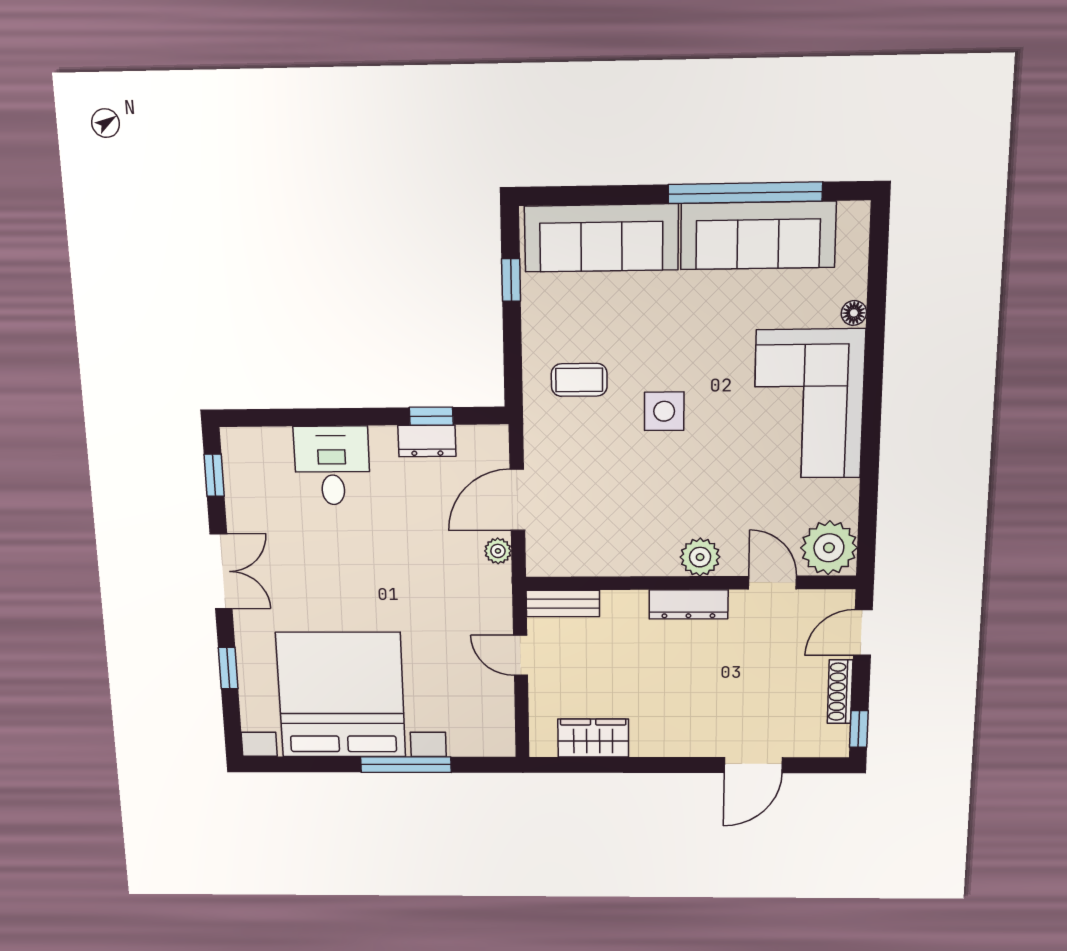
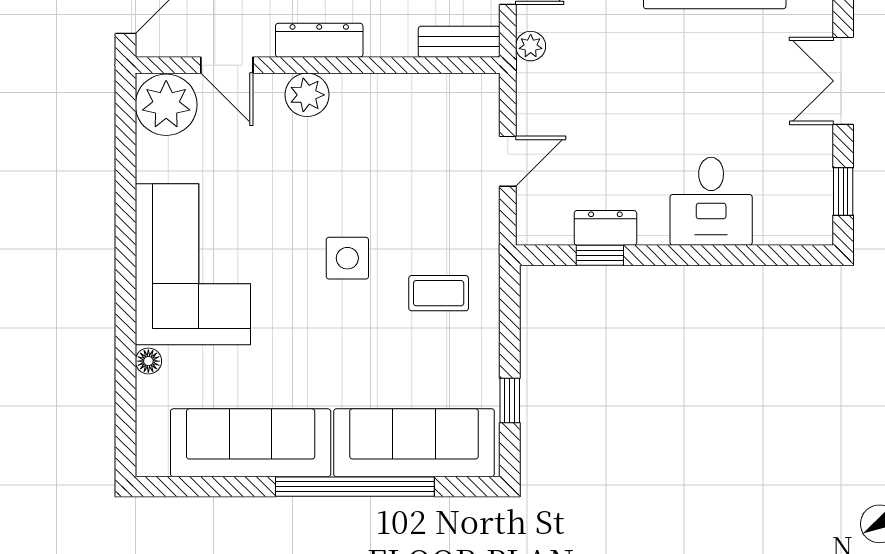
window: (745, 193) -> (355, 487), moved
door: (517, 500) -> (508, 161), width x0.73
plant: (498, 551) -> (531, 46), moved

